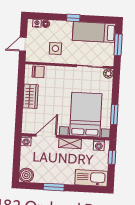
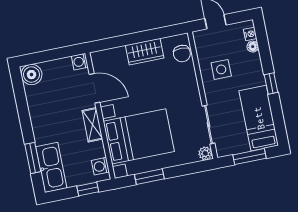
window: (54, 187) -> (33, 158), moved

